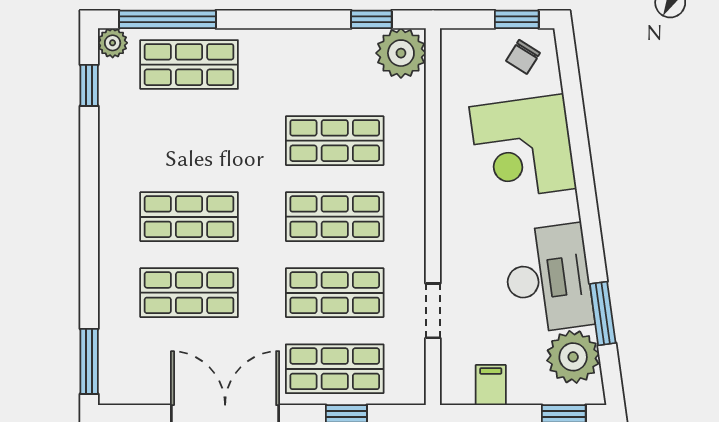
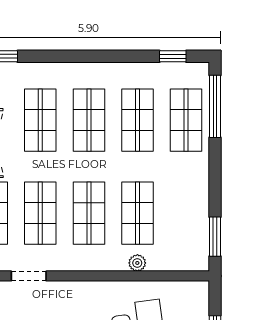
window: (371, 19) -> (215, 237), width x1.50
plant: (113, 43) -> (200, 71), removed
plant: (401, 53) -> (137, 263), moved, width x0.53, depth x0.53
shop shelf: (189, 141) -> (138, 120), added

